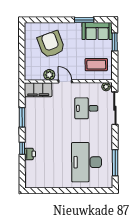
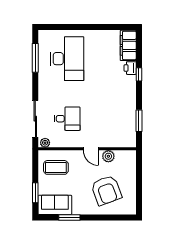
filing cabinet: (38, 90) -> (128, 45), moved, turned -90
window: (22, 117) -> (139, 121), moved

